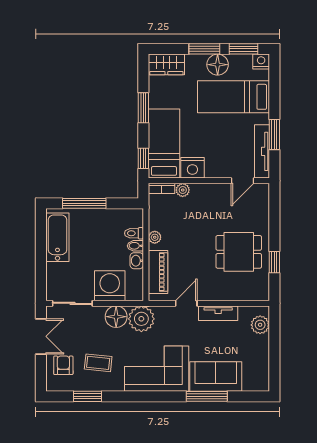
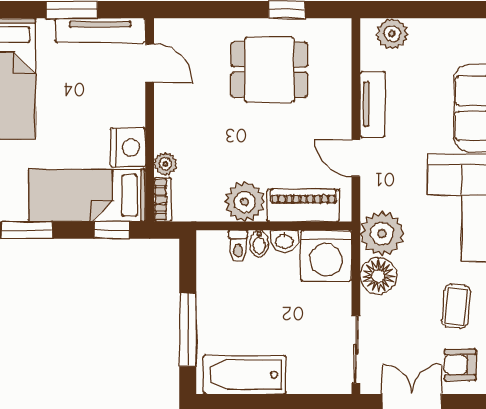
plant: (155, 237) -> (245, 202), width x1.88, depth x1.88
dining table: (239, 252) -> (269, 70), turned 90
washing machine: (110, 286) -> (326, 256), moved, turned -90

